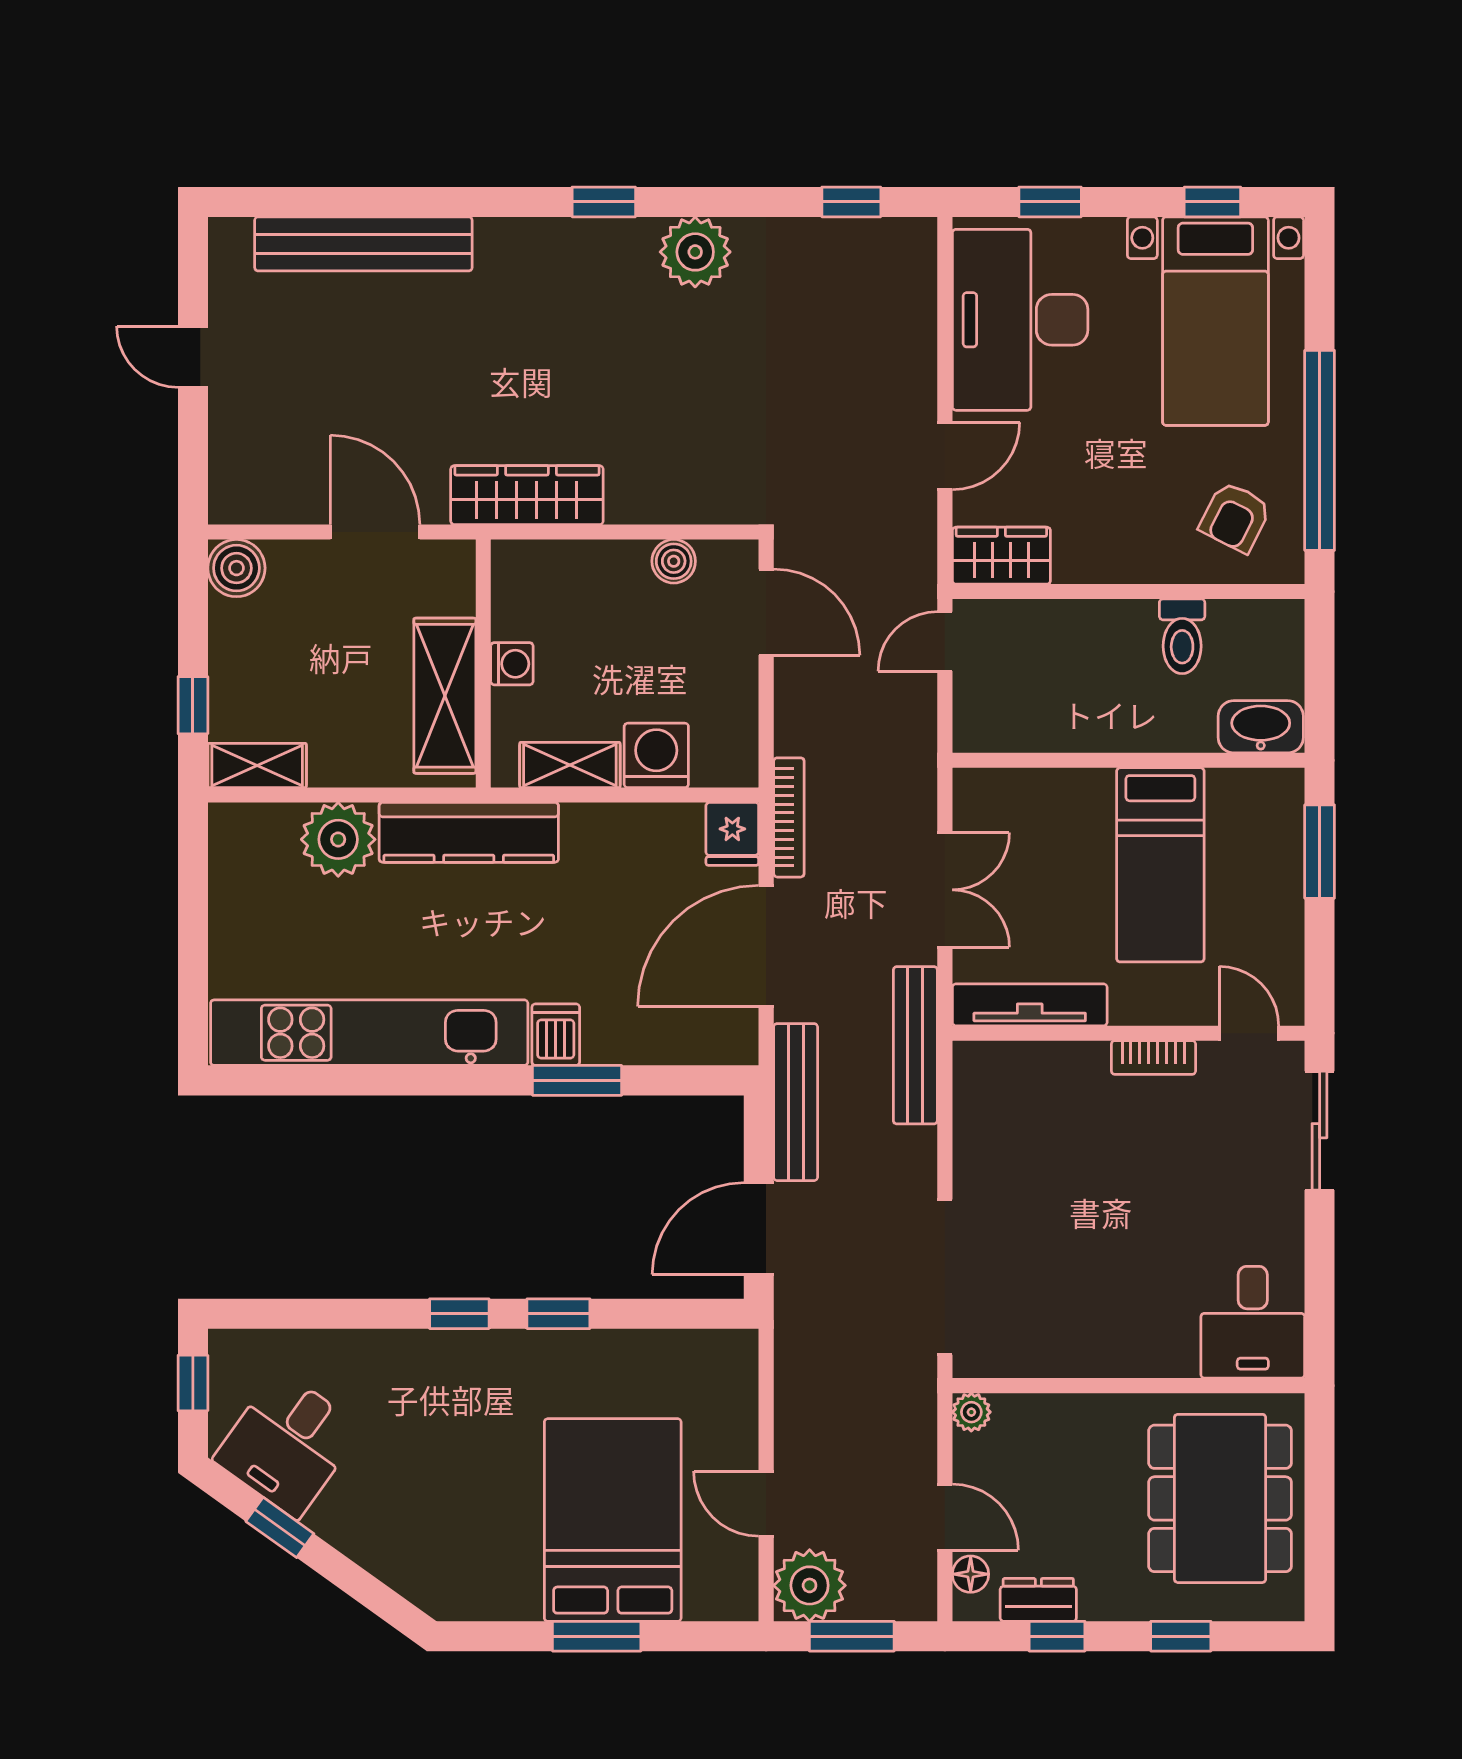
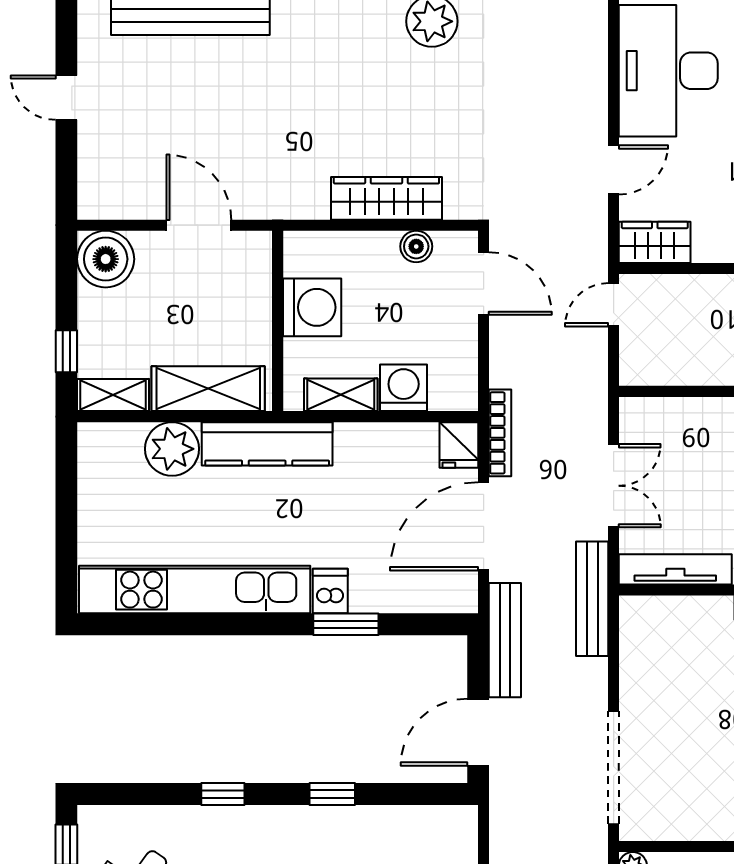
wardrobe: (527, 495) -> (386, 198), moved
boiler: (236, 568) -> (106, 259), width x1.37, depth x1.37
washing machine: (512, 664) -> (312, 307), width x1.89, depth x1.89
shelving: (445, 696) -> (208, 389), moved, turned 90
window: (459, 1314) -> (223, 794), moved

